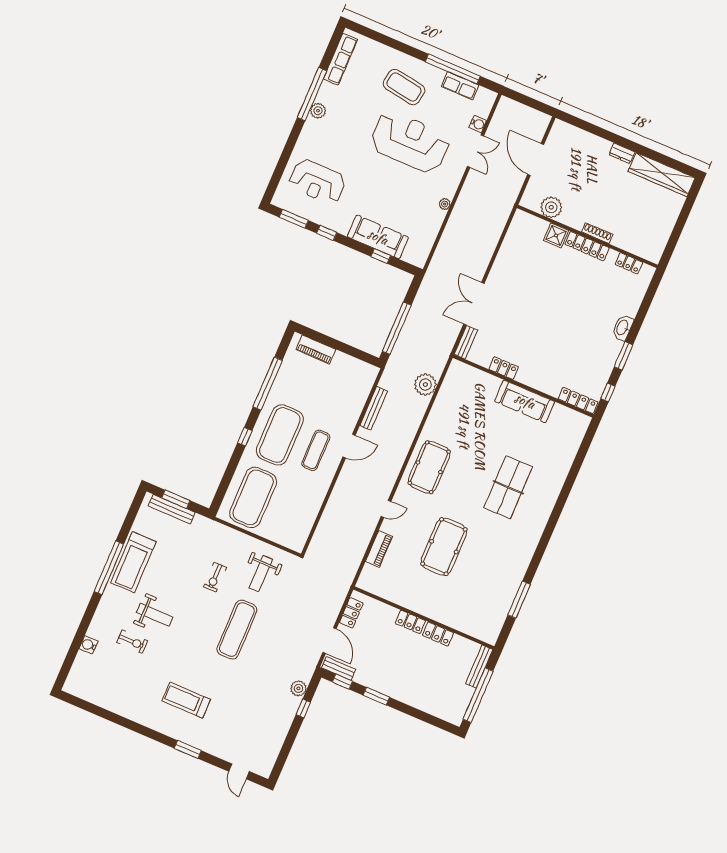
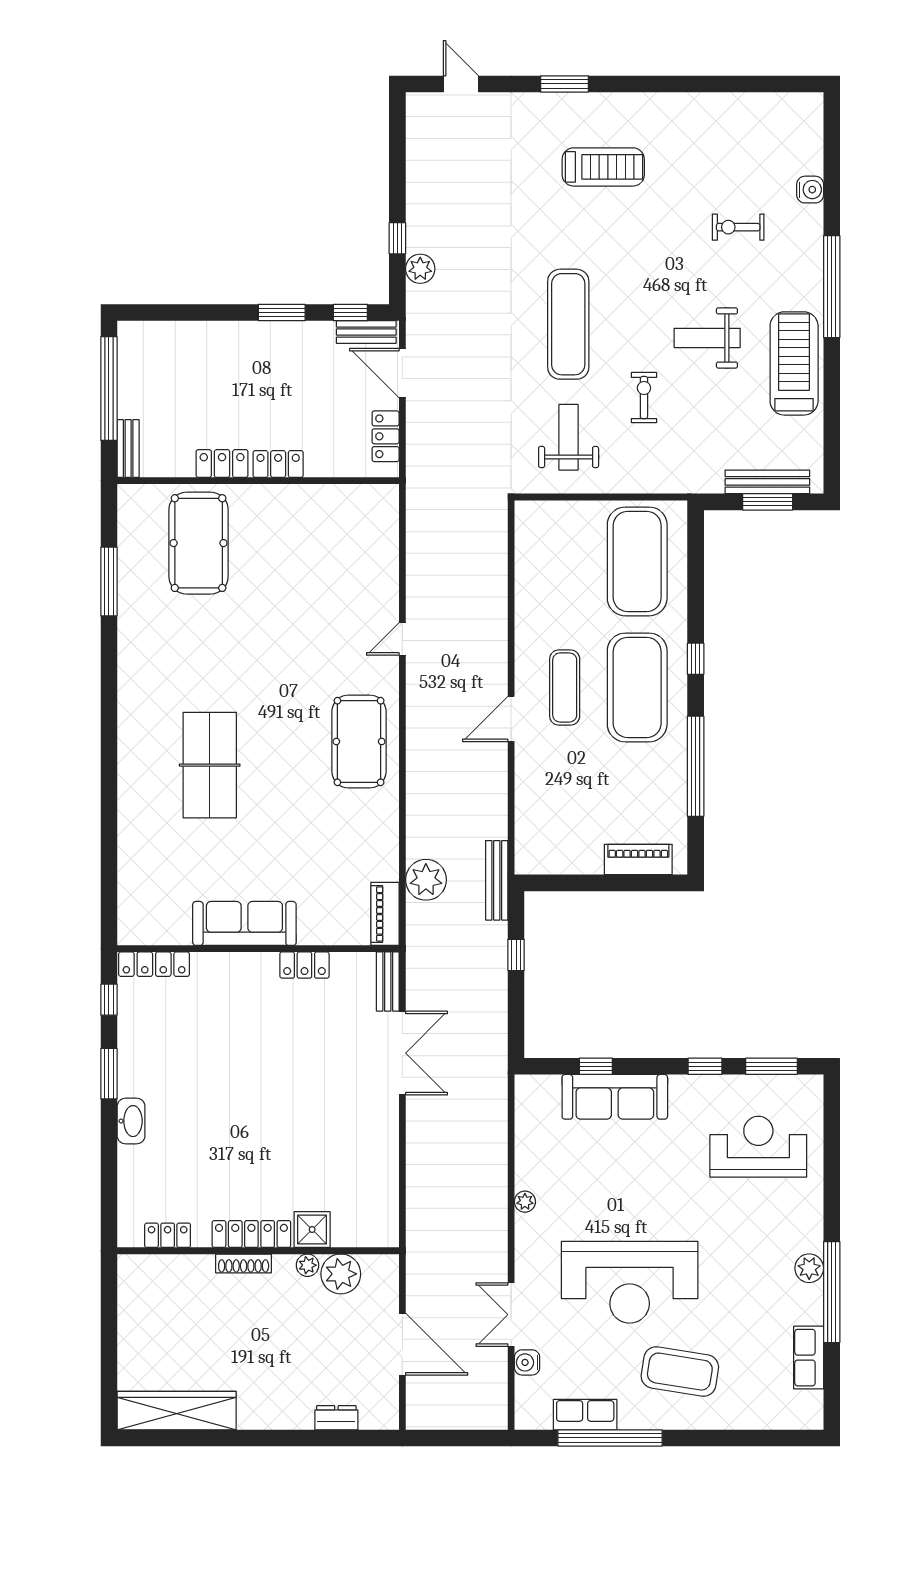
row of seats: (340, 59) -> (809, 1358), width x0.68
dresser: (622, 153) -> (336, 1418), moved
plant: (566, 219) -> (307, 1265), added
window: (397, 328) -> (516, 955), width x0.32
bench: (374, 408) -> (497, 880), moved
pool table: (444, 547) -> (199, 543), moved
piano: (379, 549) -> (385, 914), moved
window: (109, 568) -> (832, 287), moved
weight bench: (155, 615) -> (707, 338), moved
bench: (479, 667) -> (128, 449), width x0.73

